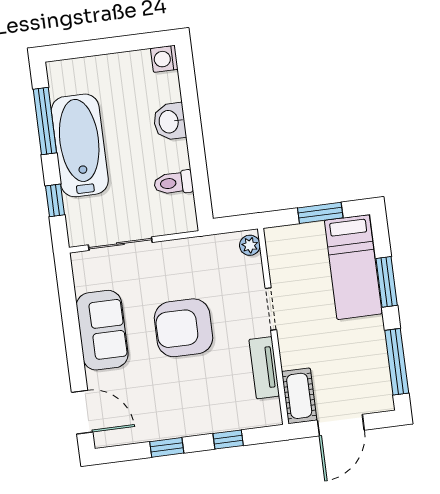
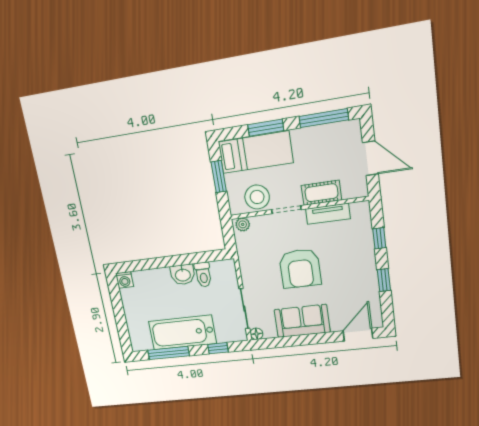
washbasin: (170, 122) -> (183, 275), moved
floor lamp: (80, 261) -> (256, 334), added
stool: (290, 267) -> (257, 197), added
cot: (299, 396) -> (321, 193), moved

